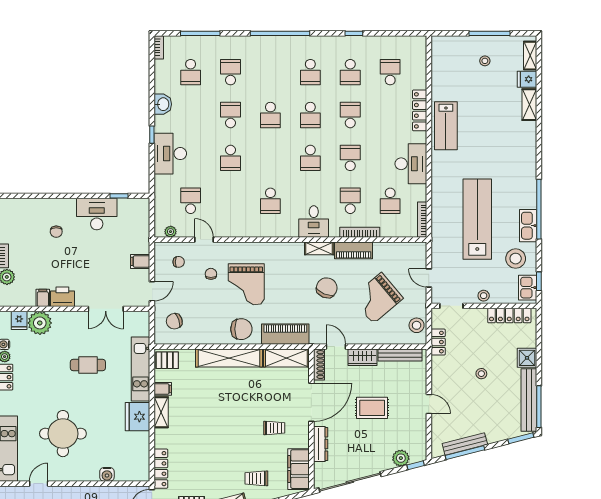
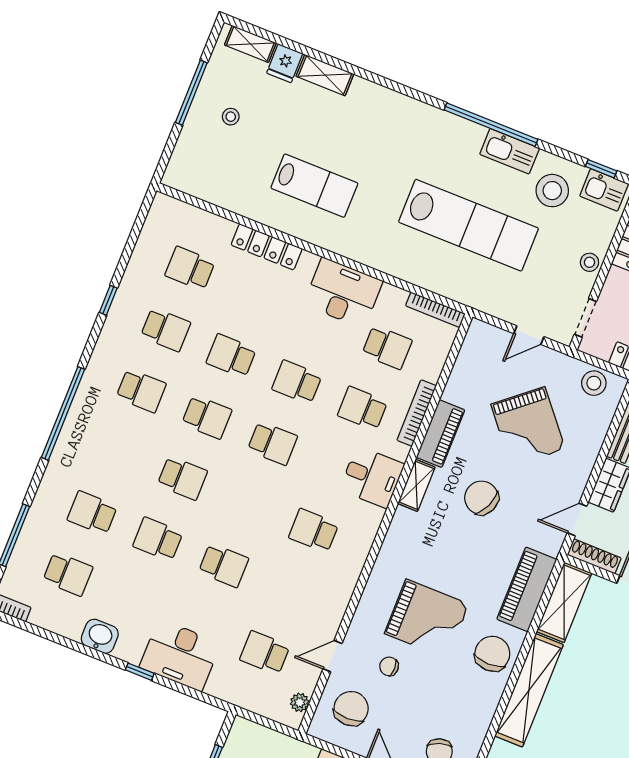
lab bench: (446, 126) -> (314, 186), moved
school desk: (270, 201) -> (314, 531), turned 180
lab bench: (477, 219) -> (469, 225), turned 180
chair: (179, 262) -> (351, 709), width x1.87, depth x1.87

